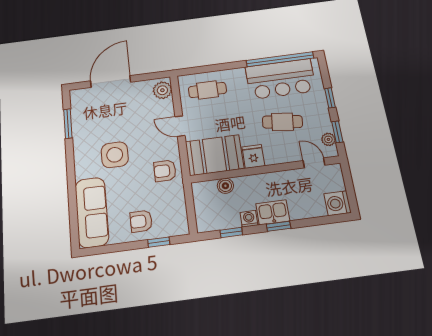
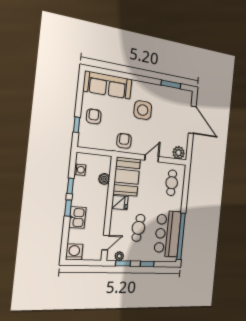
kitchen sink: (273, 212) -> (77, 217), moved
washing machine: (249, 219) -> (80, 170), moved
window: (231, 233) -> (70, 186), moved

